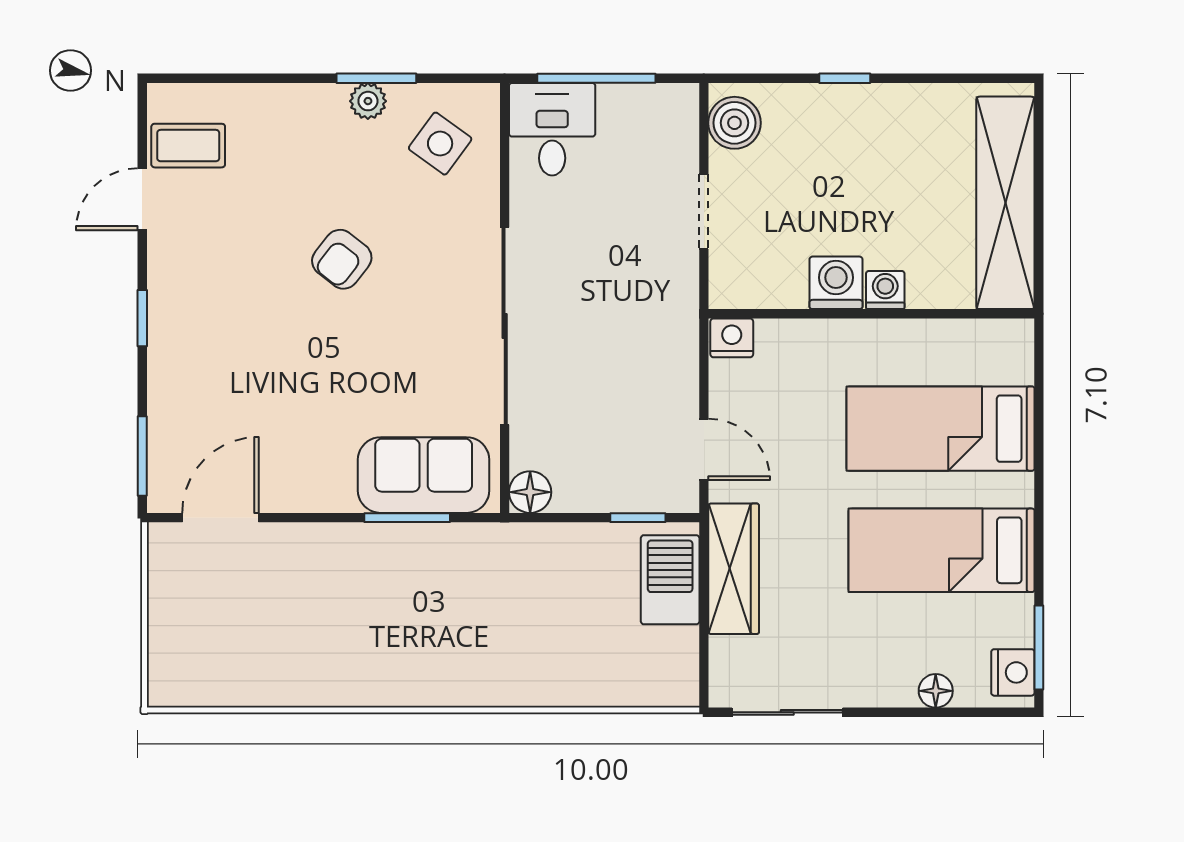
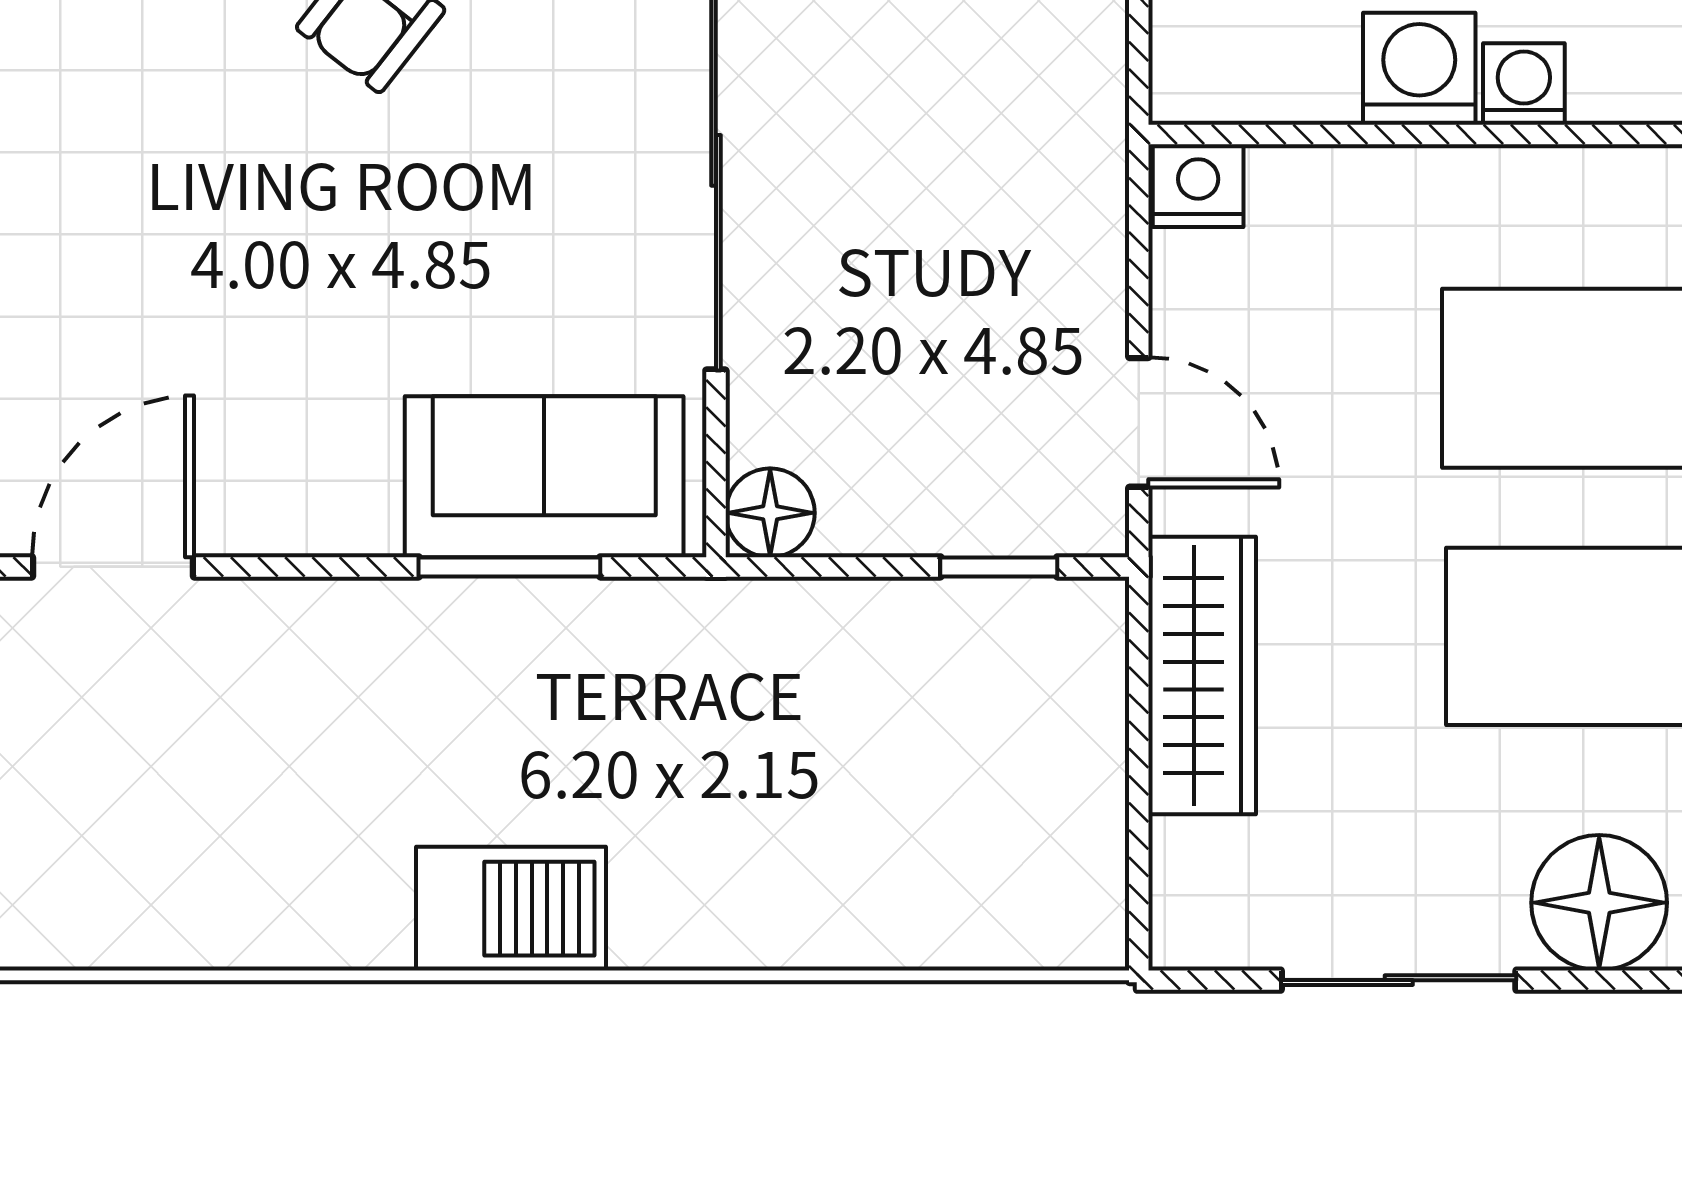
barbecue: (670, 580) -> (511, 909), moved, turned 90
floor lamp: (936, 691) -> (1599, 903), width x1.89, depth x1.89
sliding door: (787, 712) -> (1399, 980), moved

